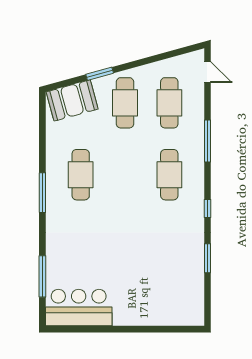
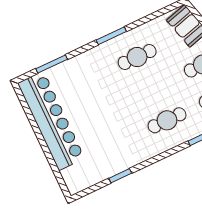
window: (208, 209) -> (156, 159), removed
bar counter: (79, 308) -> (51, 121), width x1.86

